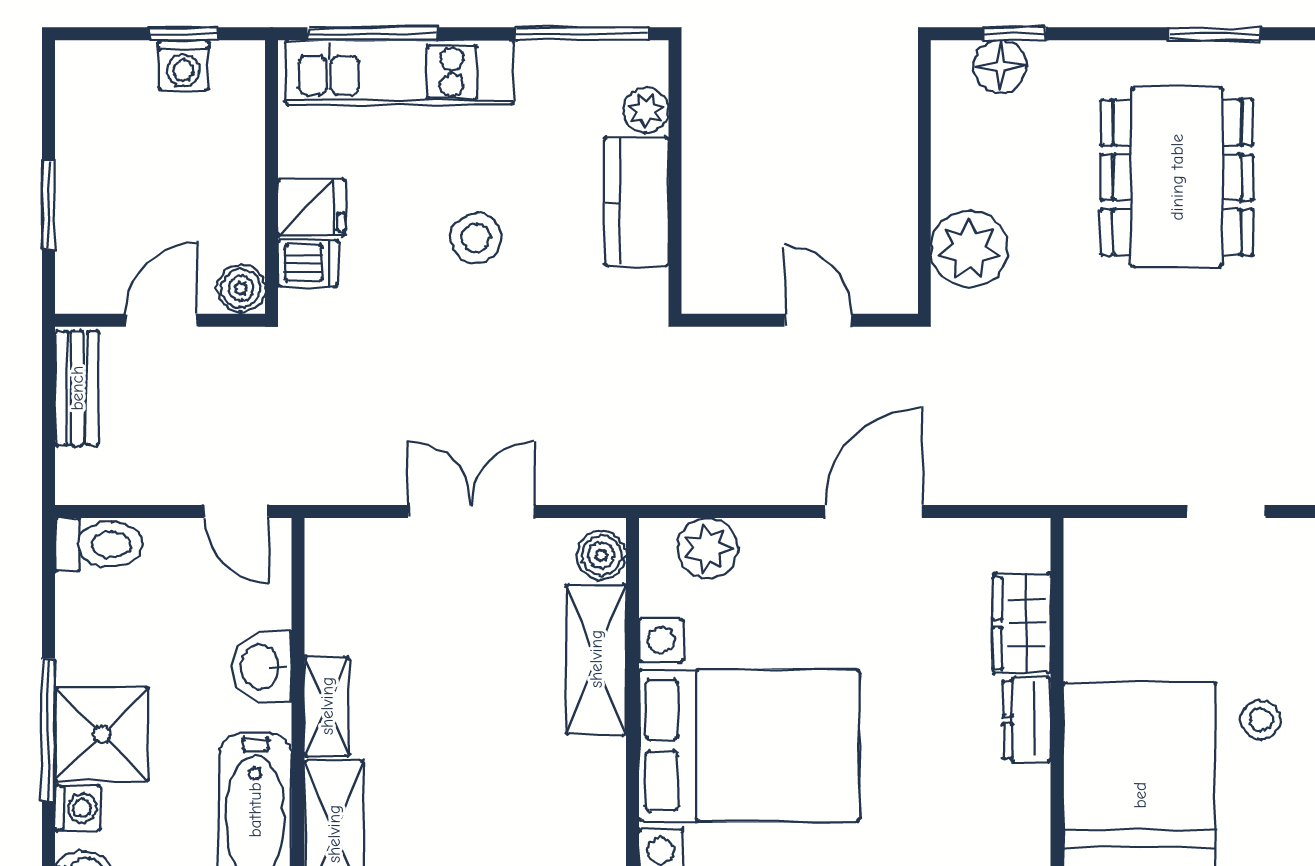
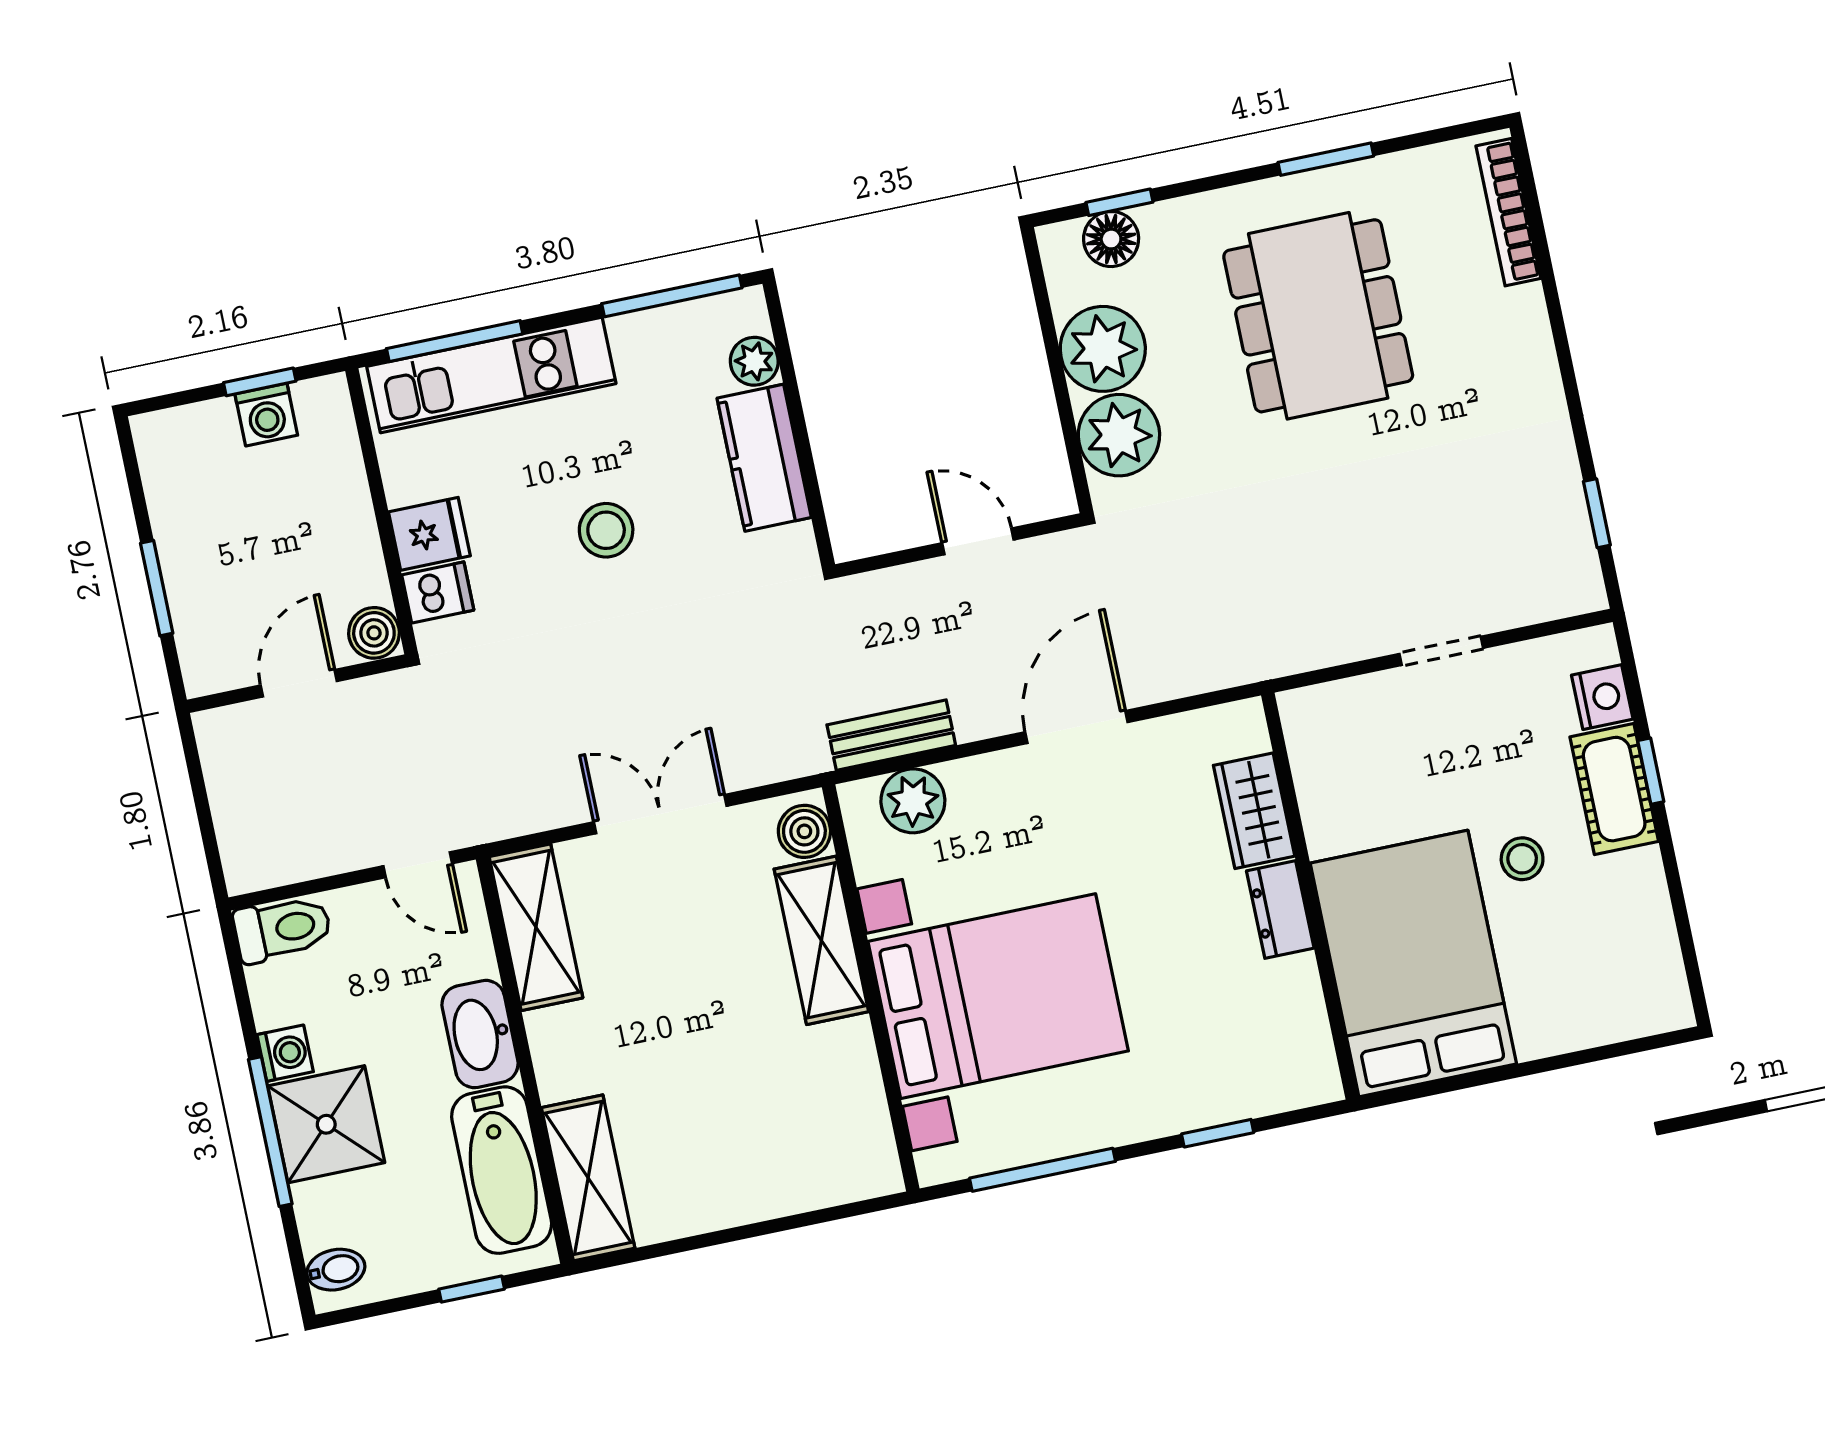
plant: (971, 166) -> (1103, 349), added
bench: (77, 388) -> (891, 735), moved, turned 90
washbasin: (262, 667) -> (480, 1034), width x1.38
shelving: (327, 706) -> (536, 927), moved, width x1.50, depth x1.33
washing machine: (78, 808) -> (285, 1053), moved

